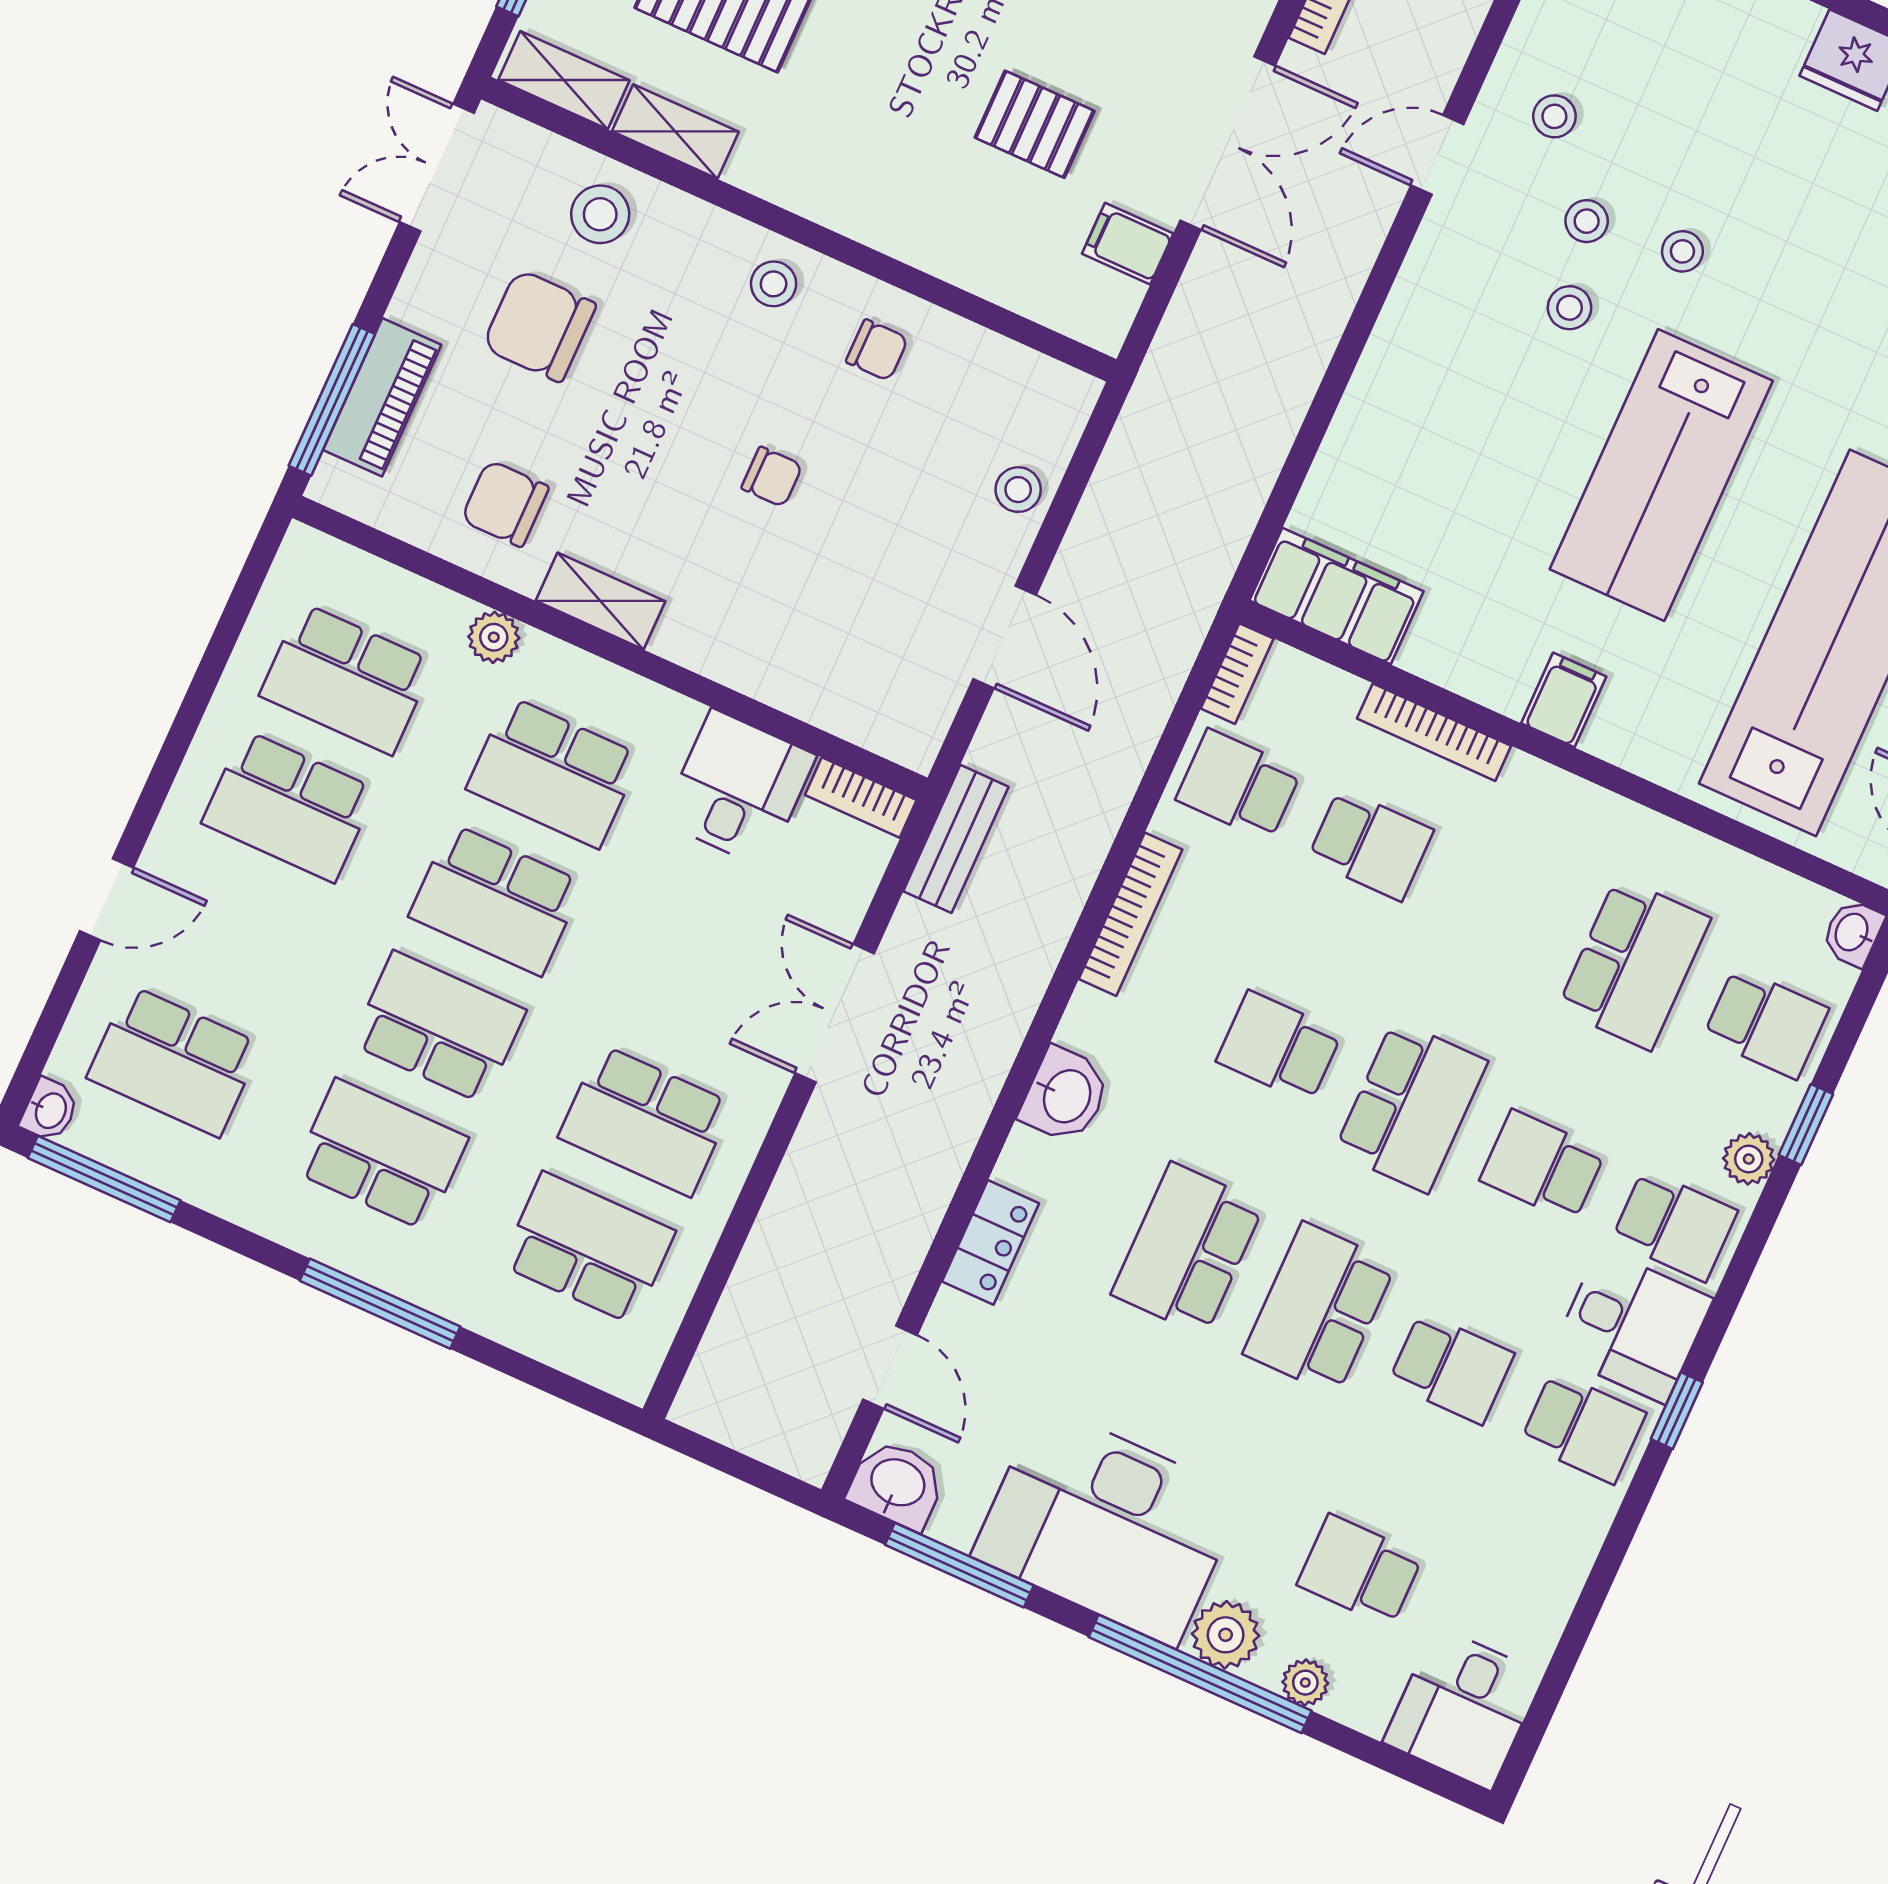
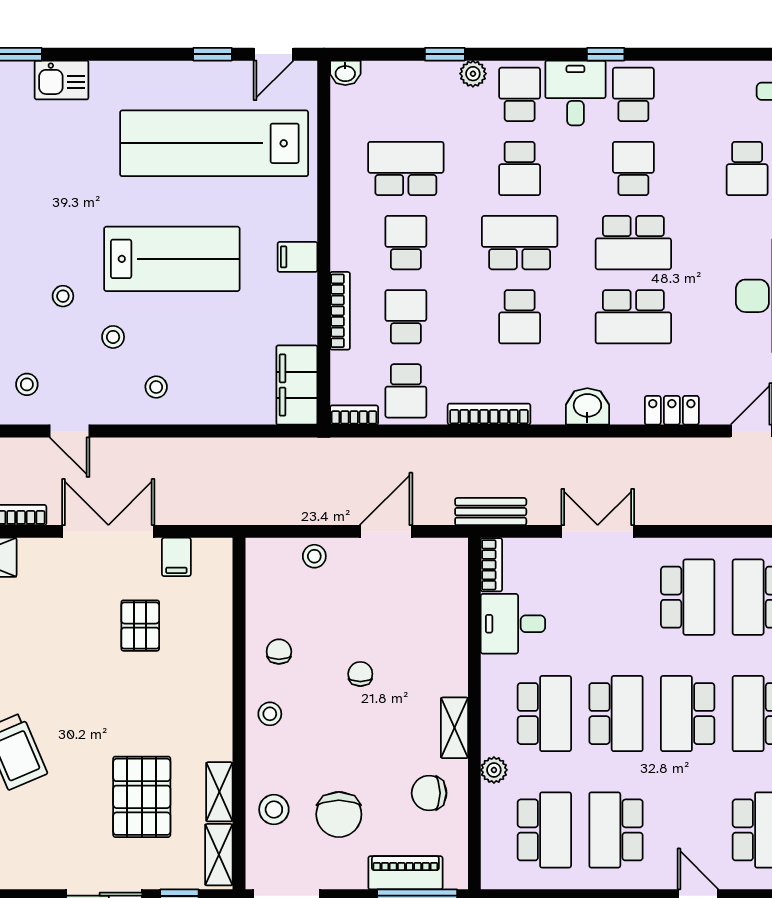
stool: (1587, 221) -> (156, 387), moved
chair: (505, 504) -> (429, 793), turned 90
school desk: (289, 806) -> (616, 830), turned 180
double door: (835, 1013) -> (598, 531), swing flipped
school desk: (1766, 1023) -> (406, 243), moved

